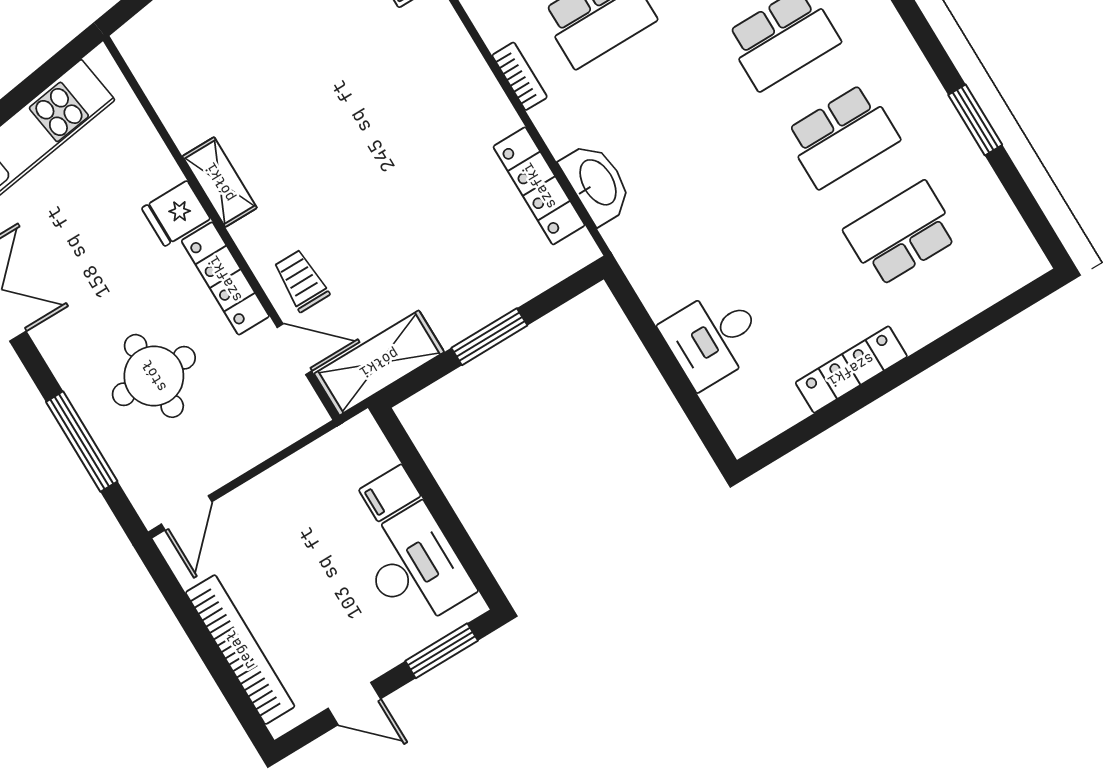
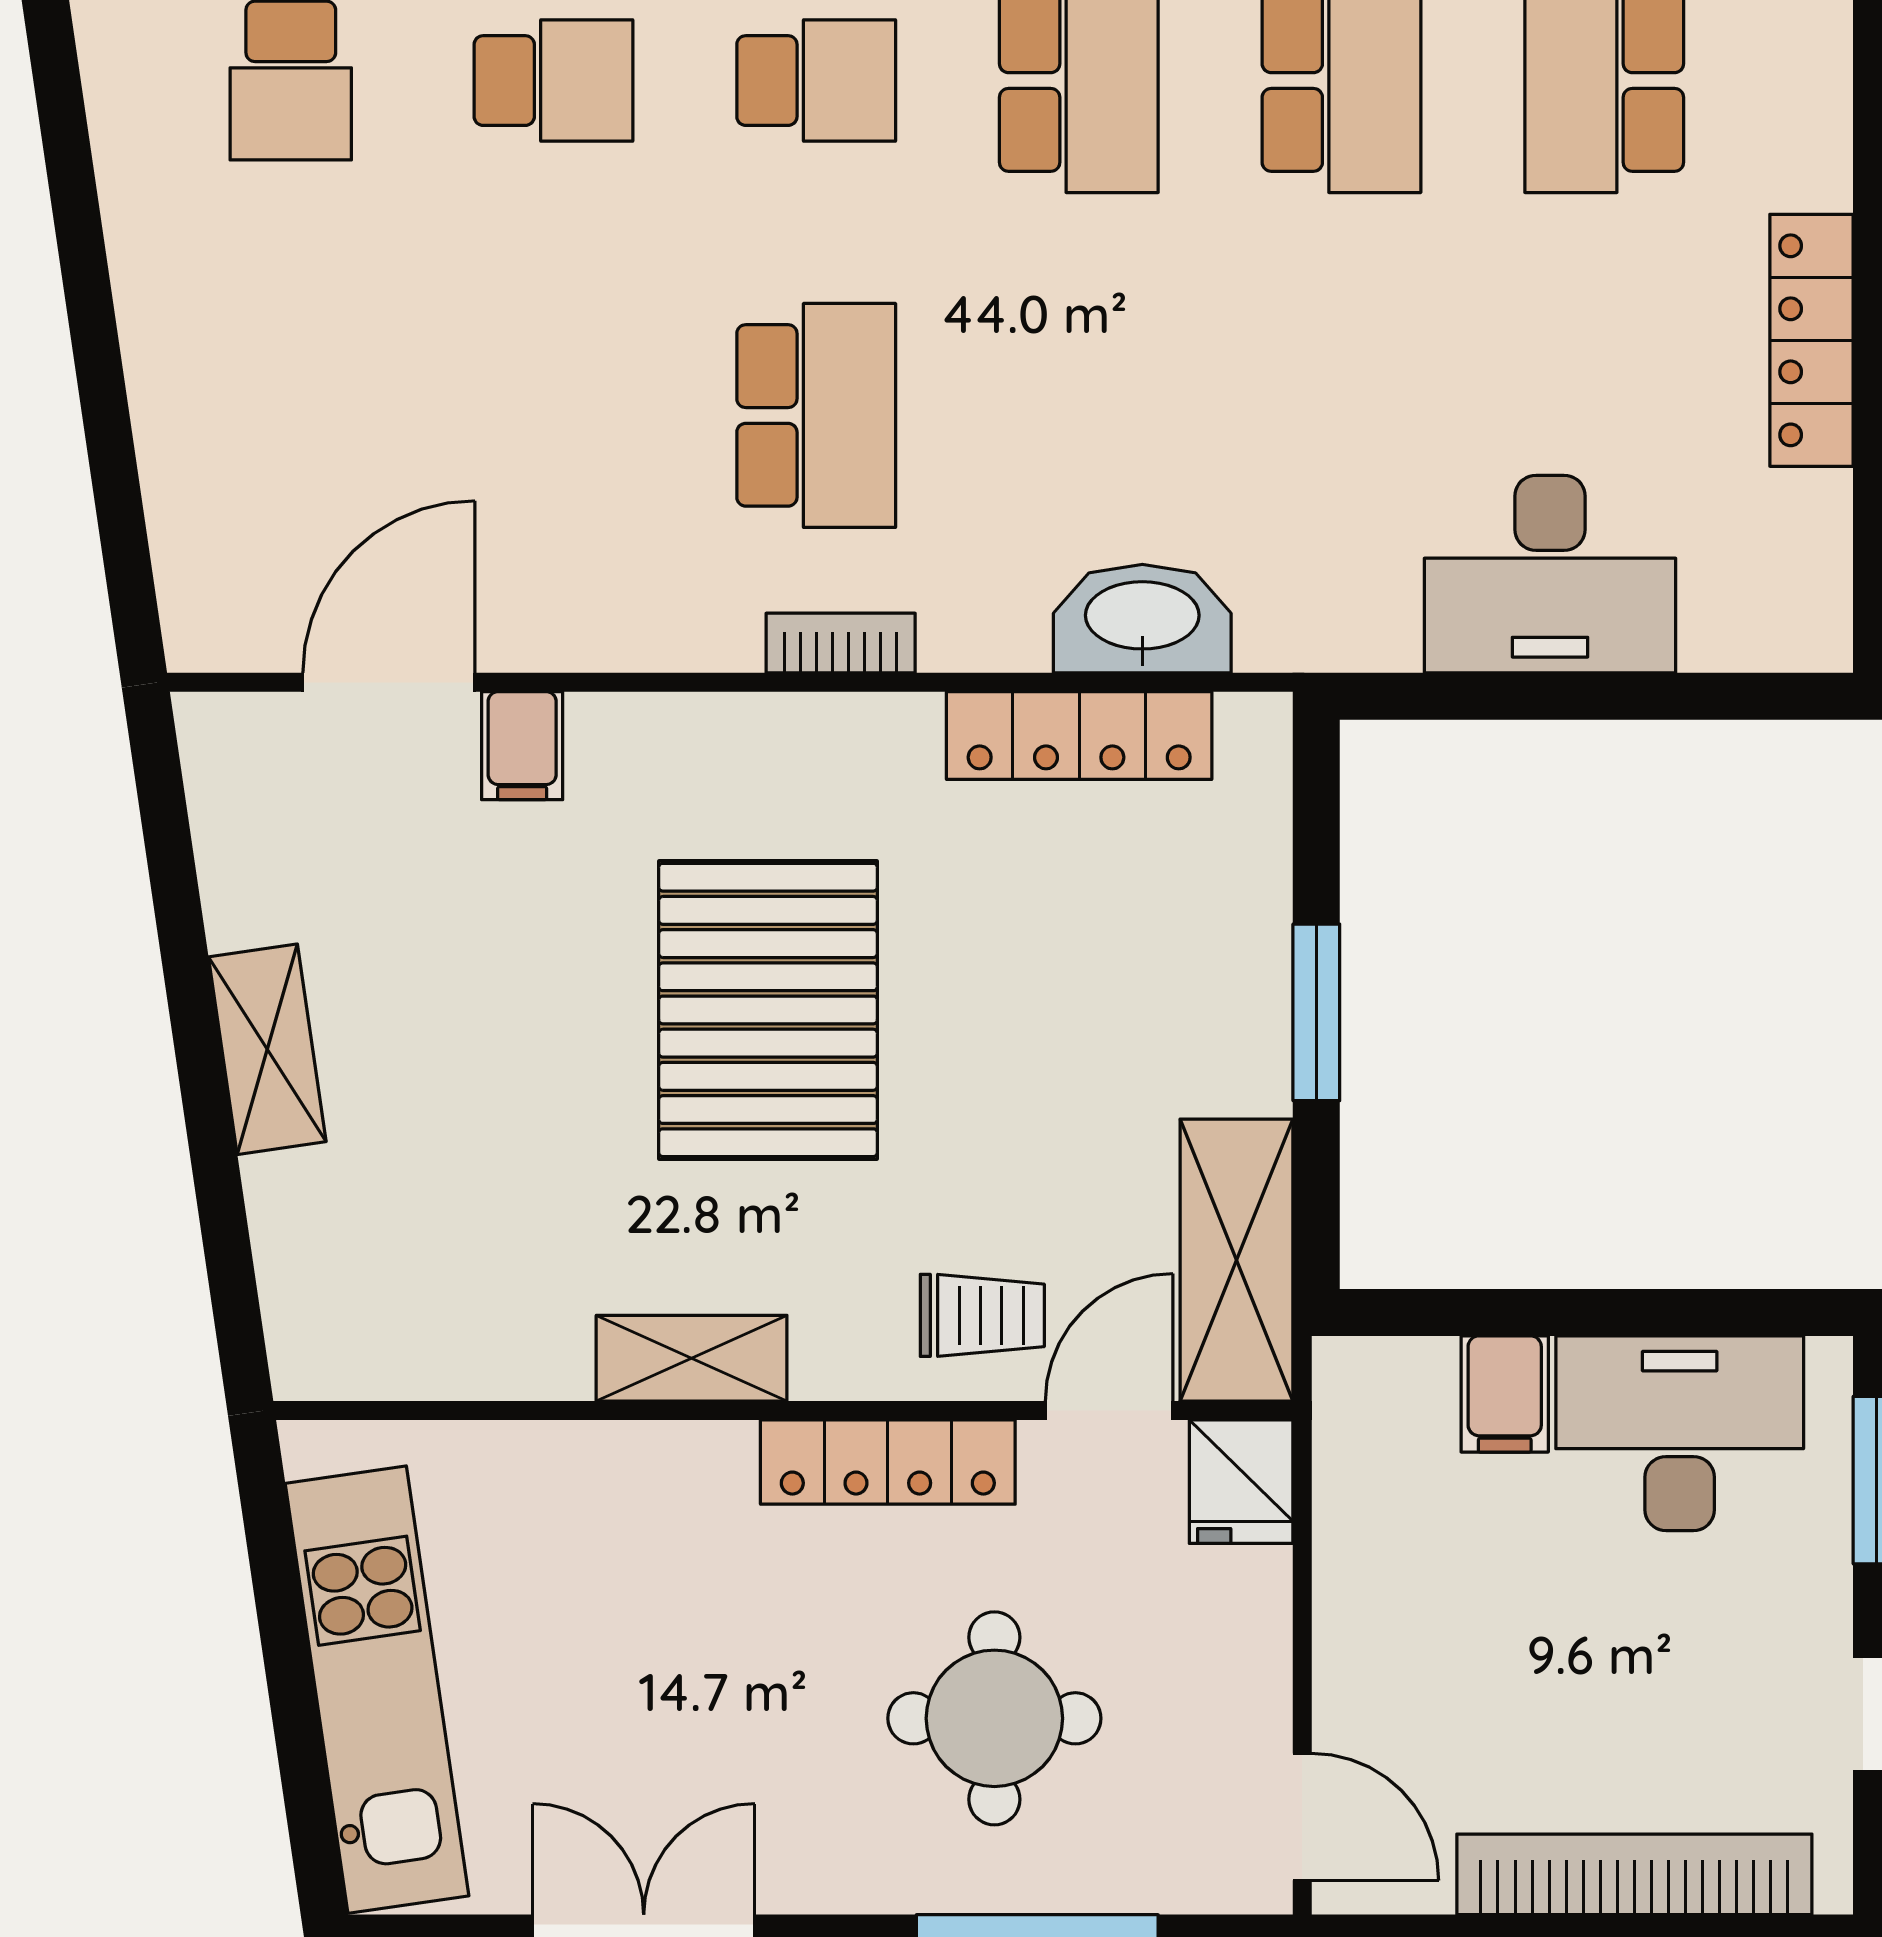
pallet: (367, 132) -> (768, 1010), added
fridge: (176, 213) -> (1241, 1482), moved
trolley: (301, 281) -> (982, 1315), turned 180
desk: (713, 338) -> (1550, 574), width x1.37

